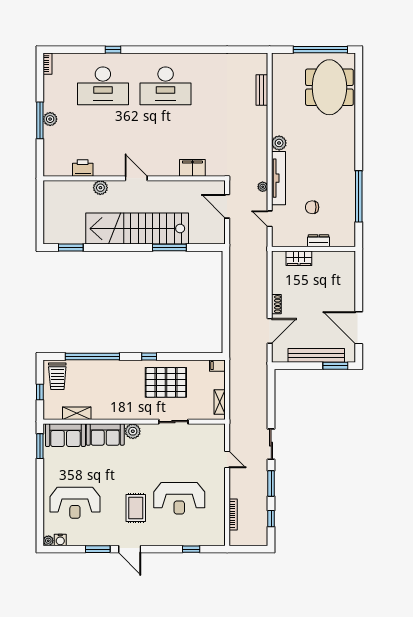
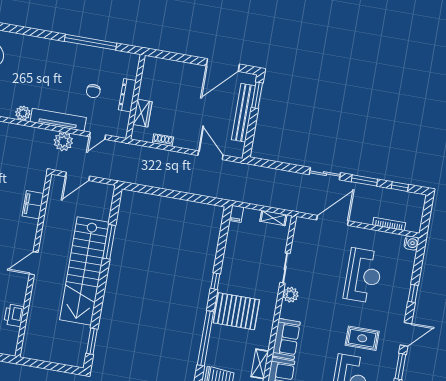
plant: (263, 187) -> (63, 142), width x1.87, depth x1.87
plant: (100, 188) -> (37, 301), removed
dresser: (319, 241) -> (127, 95), width x1.44
shoe rack: (276, 304) -> (163, 140), moved
pallet: (166, 382) -> (236, 311), moved, turned 90
plant: (133, 431) -> (290, 295), moved
door: (227, 459) -> (333, 220), width x1.87
rug: (136, 508) -> (362, 338), moved
water cooler: (219, 539) -> (411, 243), added
window: (191, 549) -> (413, 293), moved

